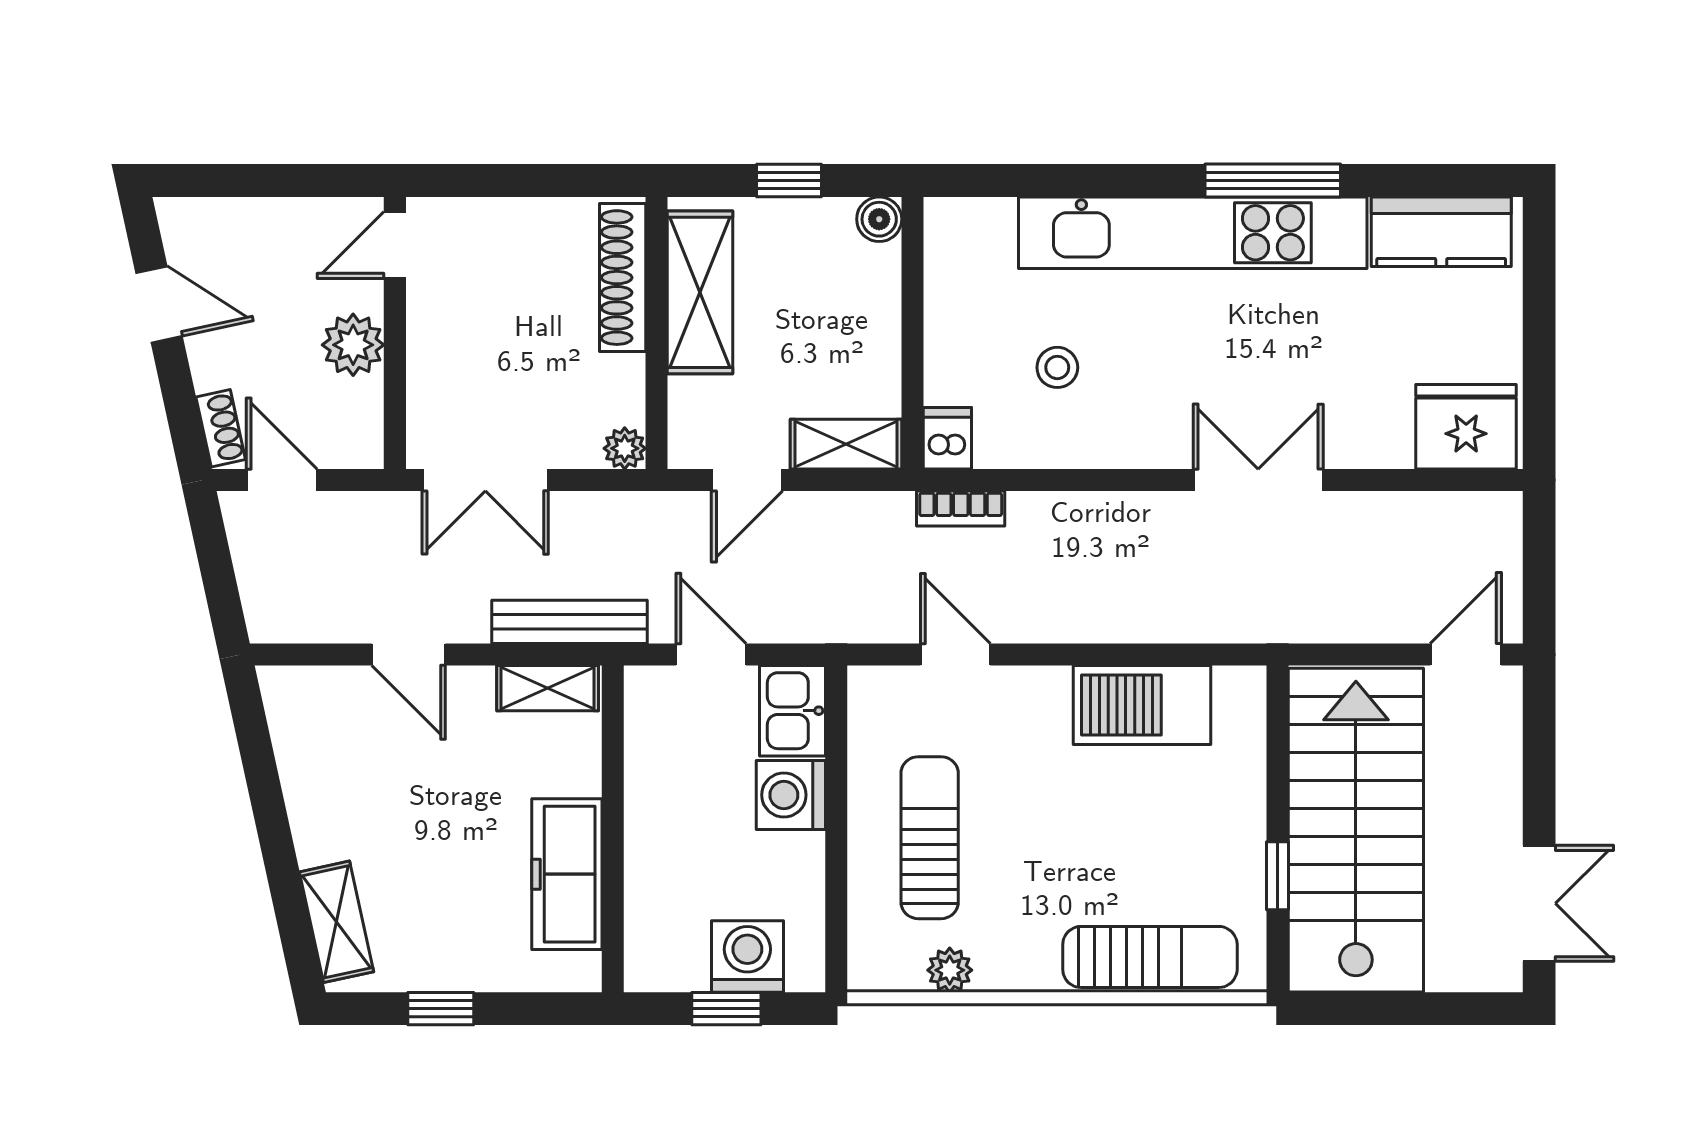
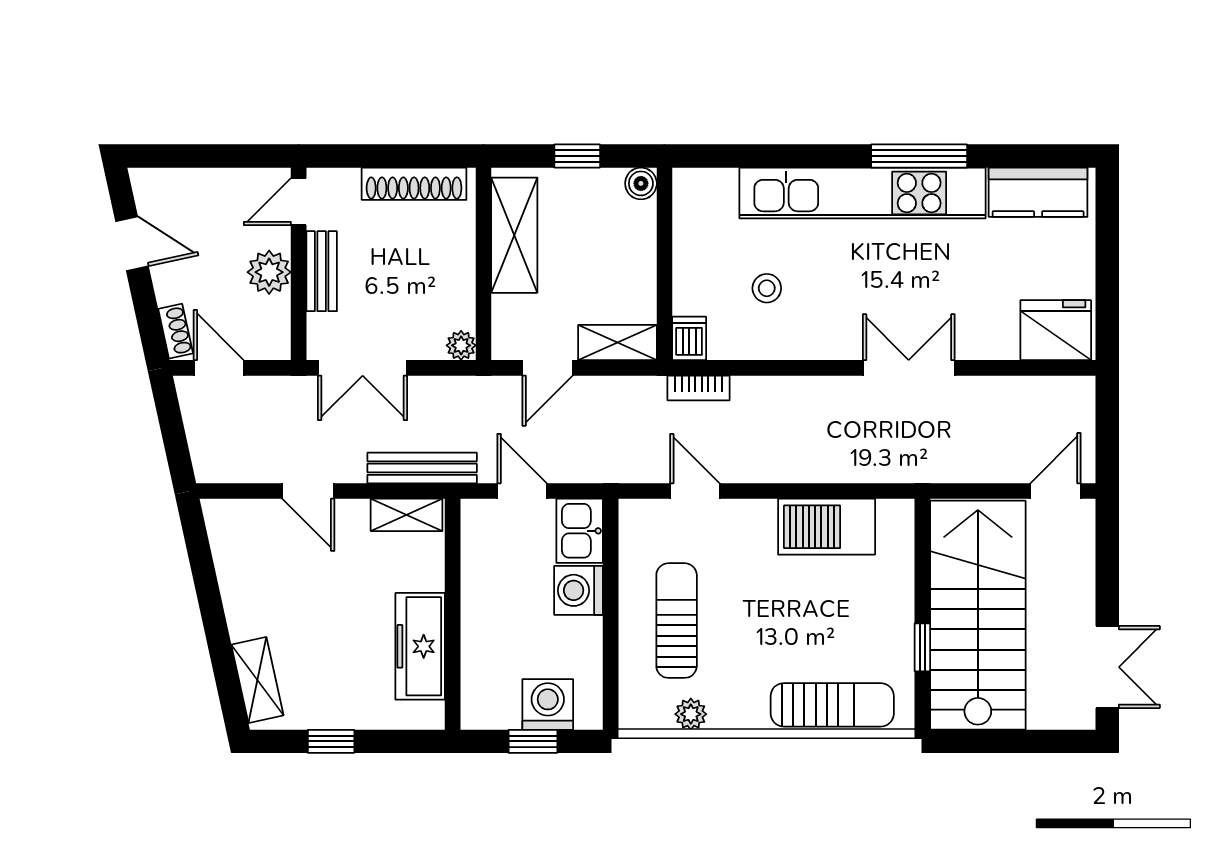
shoe rack: (623, 278) -> (414, 184), moved, turned -90
bench: (427, 343) -> (322, 271), added

